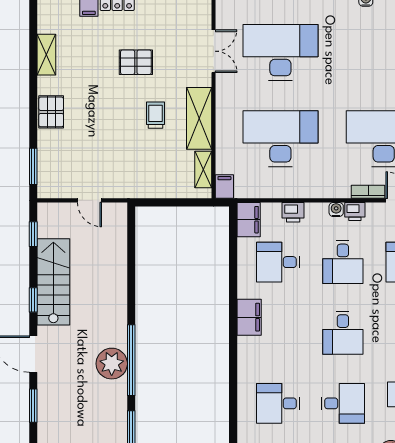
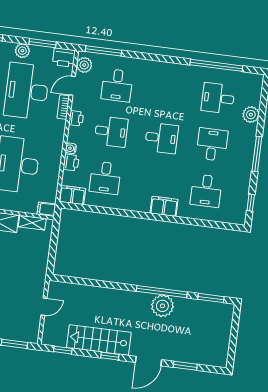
water cooler: (336, 209) -> (71, 148), moved
filing cabinet: (249, 317) -> (164, 206), moved

